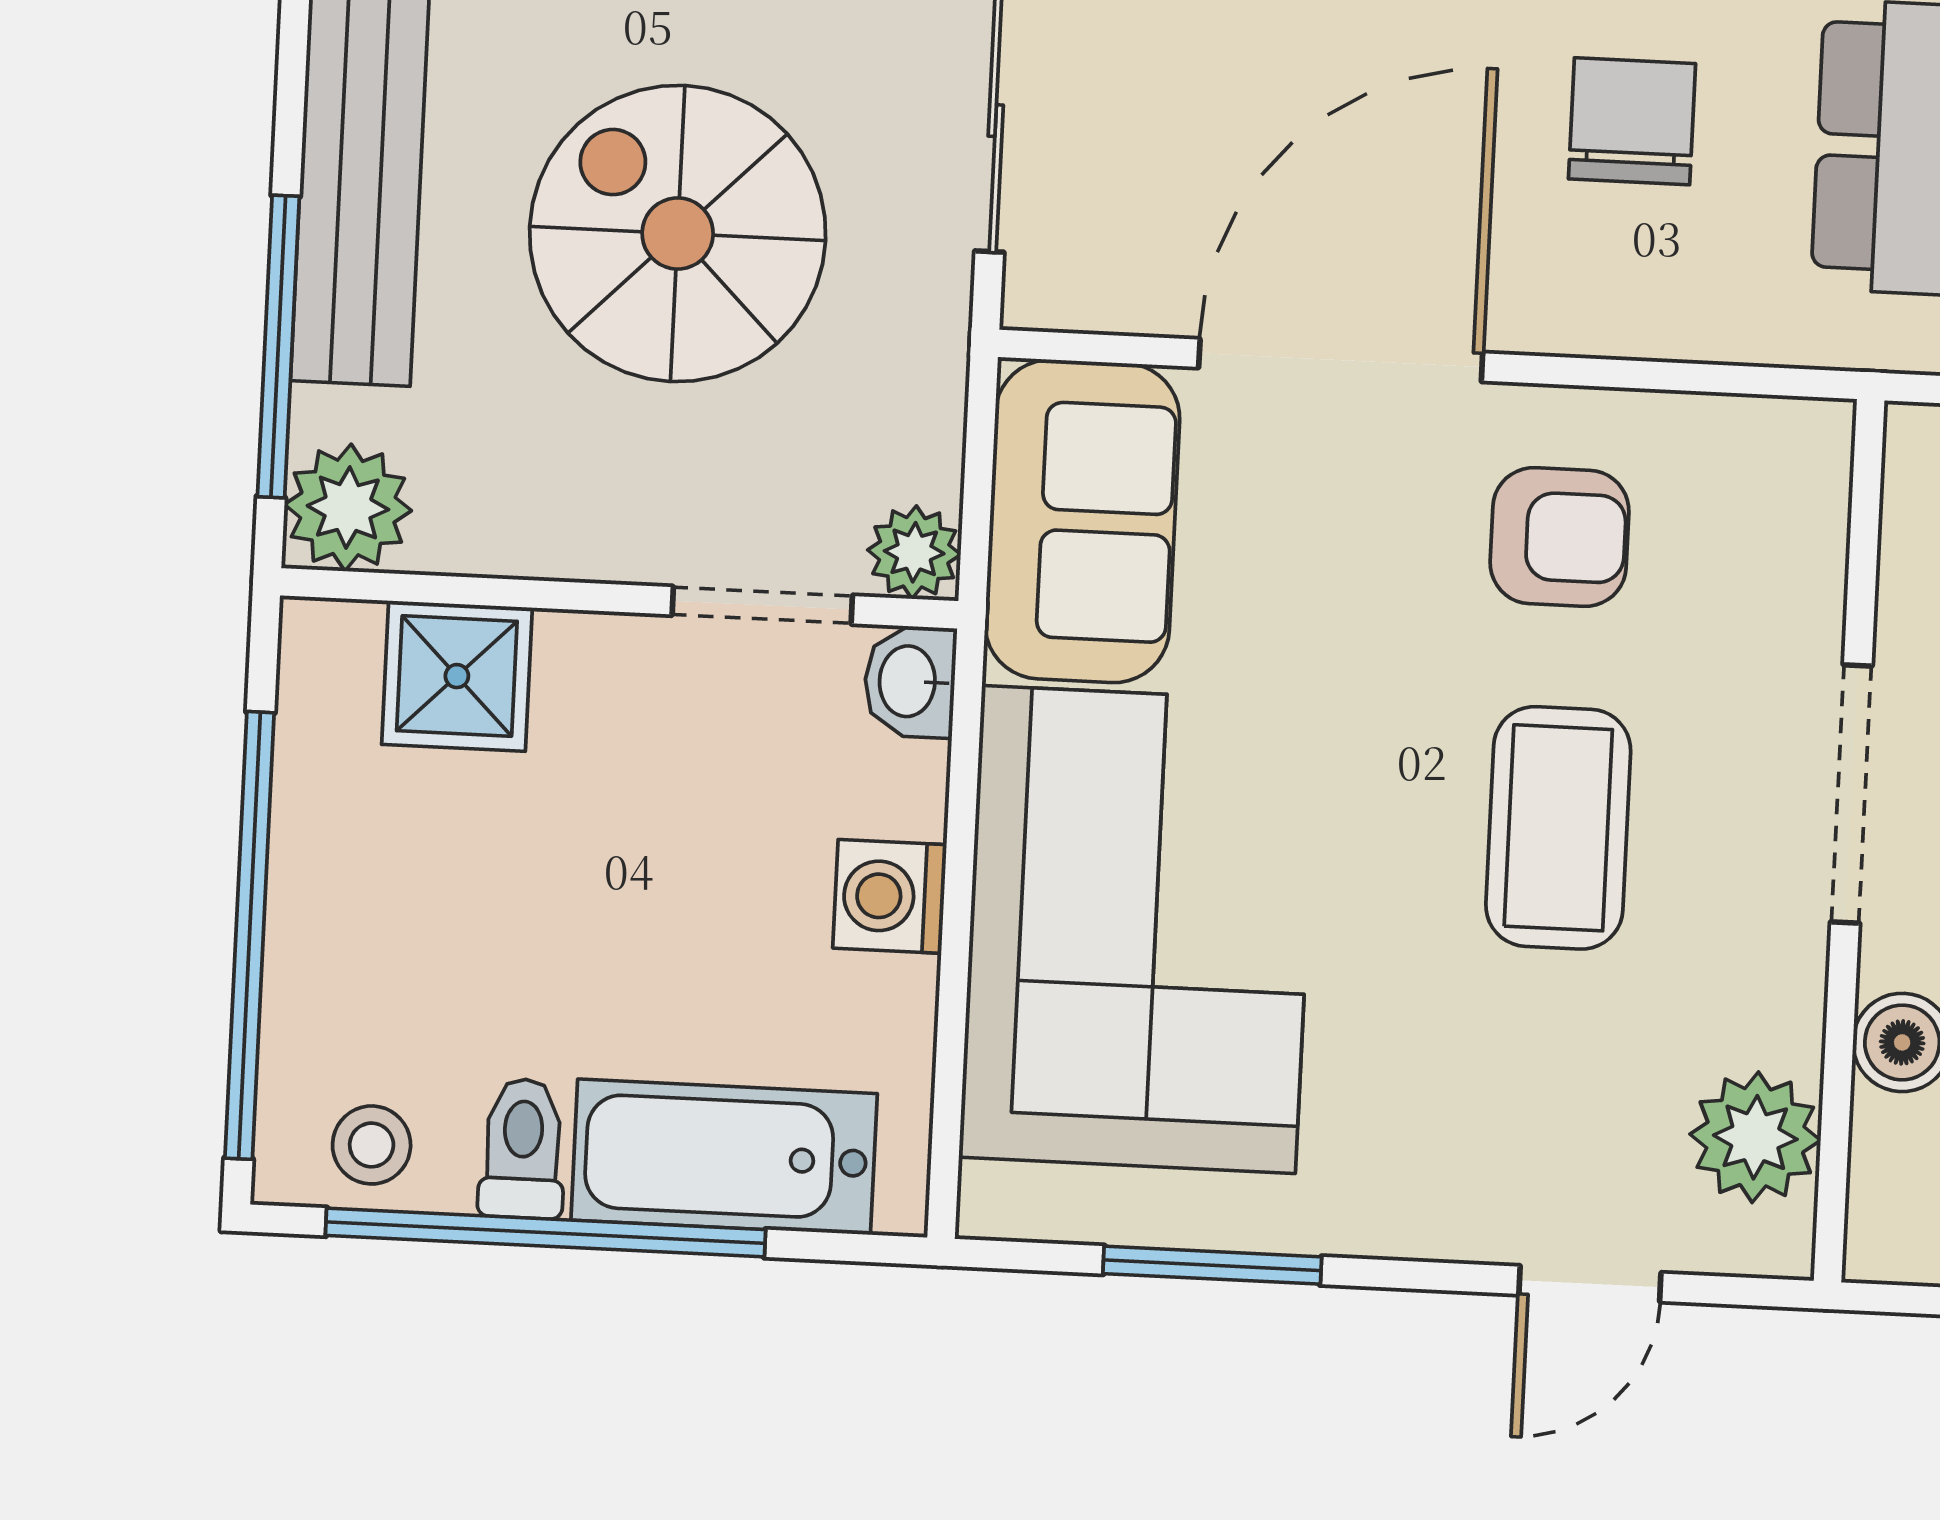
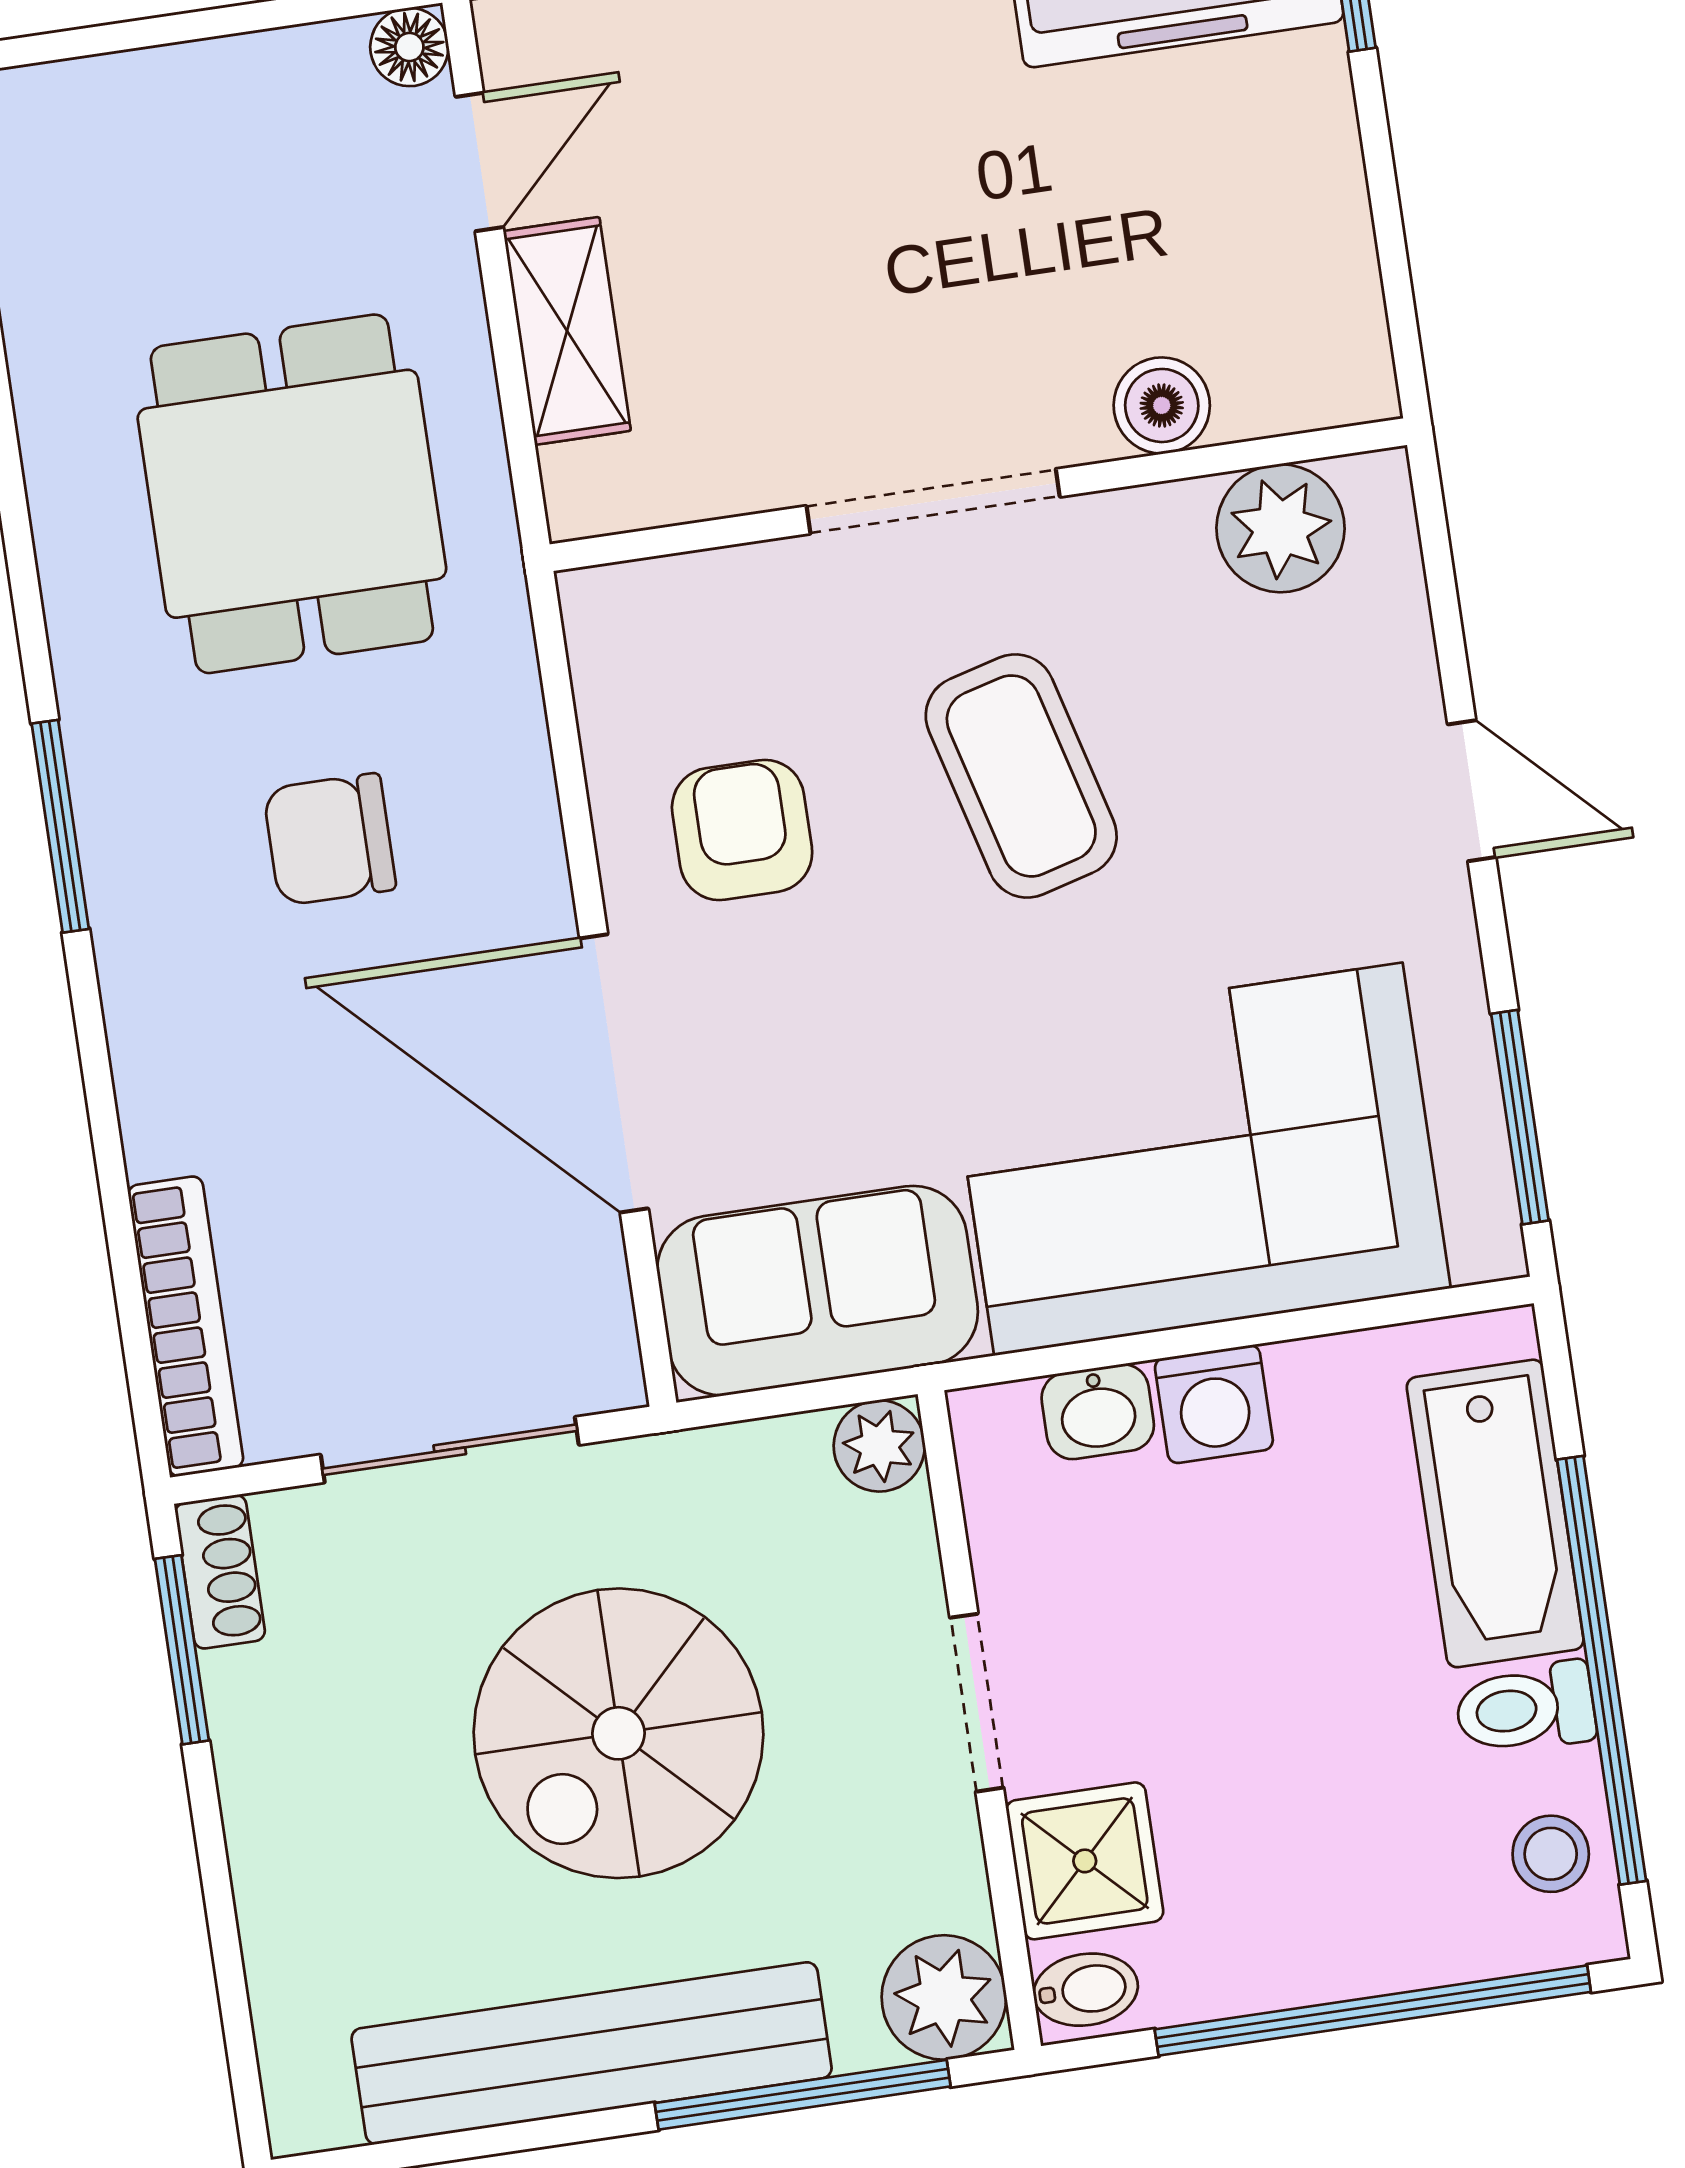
doorway: (762, 605) -> (977, 1703), moved
bidet: (328, 651) -> (1086, 1990), added
washbasin: (910, 681) -> (1098, 1412), moved
coffee table: (1558, 828) -> (1021, 776), turned 75
window: (1212, 1265) -> (1520, 1117), moved
door: (1590, 1284) -> (1472, 791), moved

